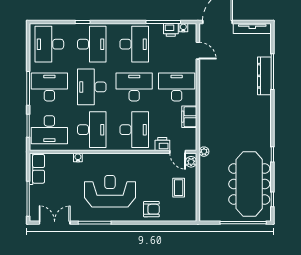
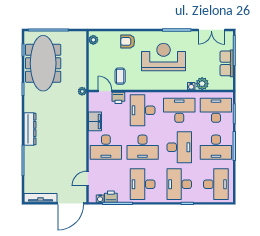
door: (198, 51) -> (88, 179), hinge flipped
dresser: (264, 76) -> (30, 129), moved
desk: (92, 130) -> (179, 110), turned 90
plant: (65, 160) -> (202, 84), added
plant: (191, 162) -> (93, 40), moved
row of seats: (37, 169) -> (227, 63), moved
coffee table: (179, 188) -> (120, 76), moved
reception desk: (110, 191) -> (164, 57), turned 180

